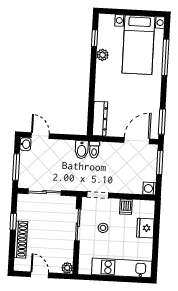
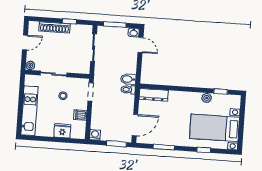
window: (165, 57) -> (204, 150), width x0.46
window: (162, 122) -> (164, 147), moved
door: (40, 136) -> (141, 45), hinge flipped
door: (137, 141) -> (135, 125), hinge flipped
sliding door: (78, 225) -> (53, 74), moved

